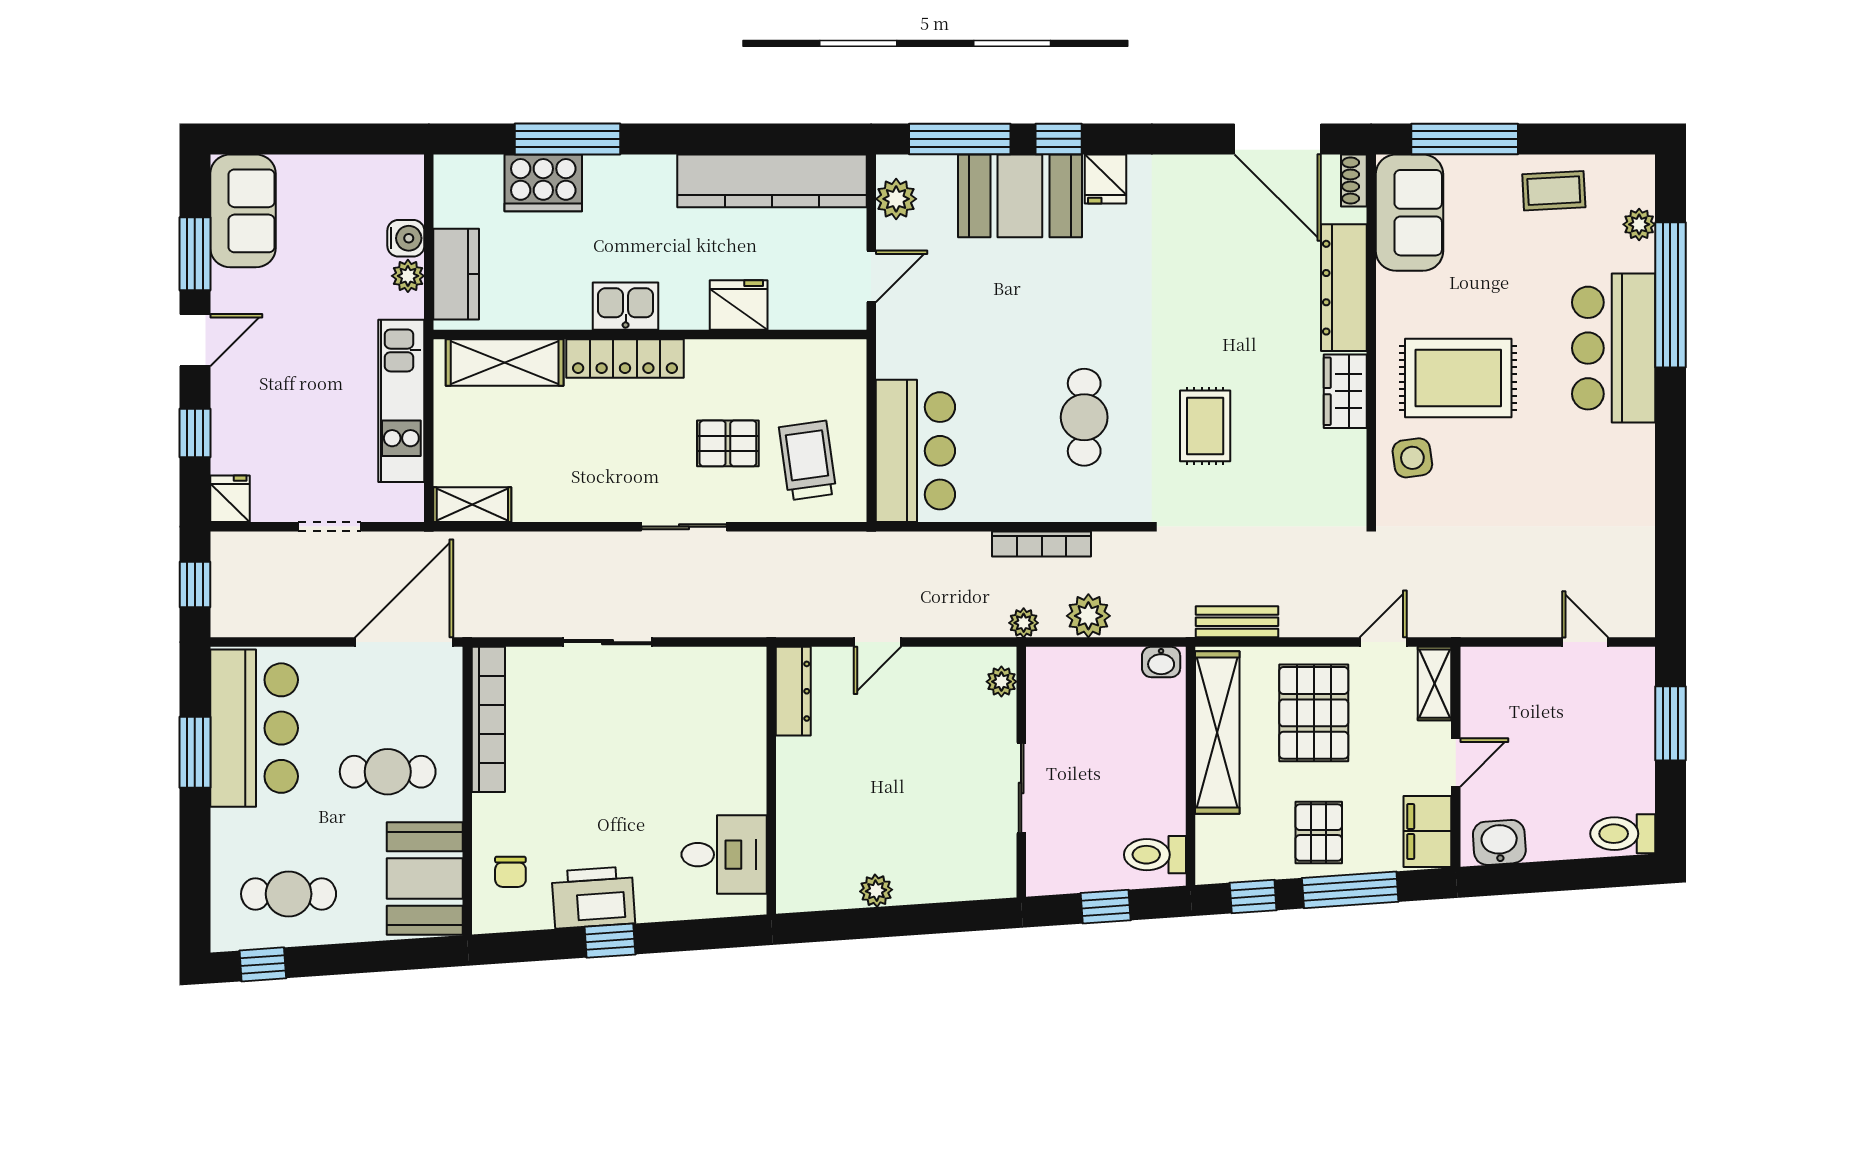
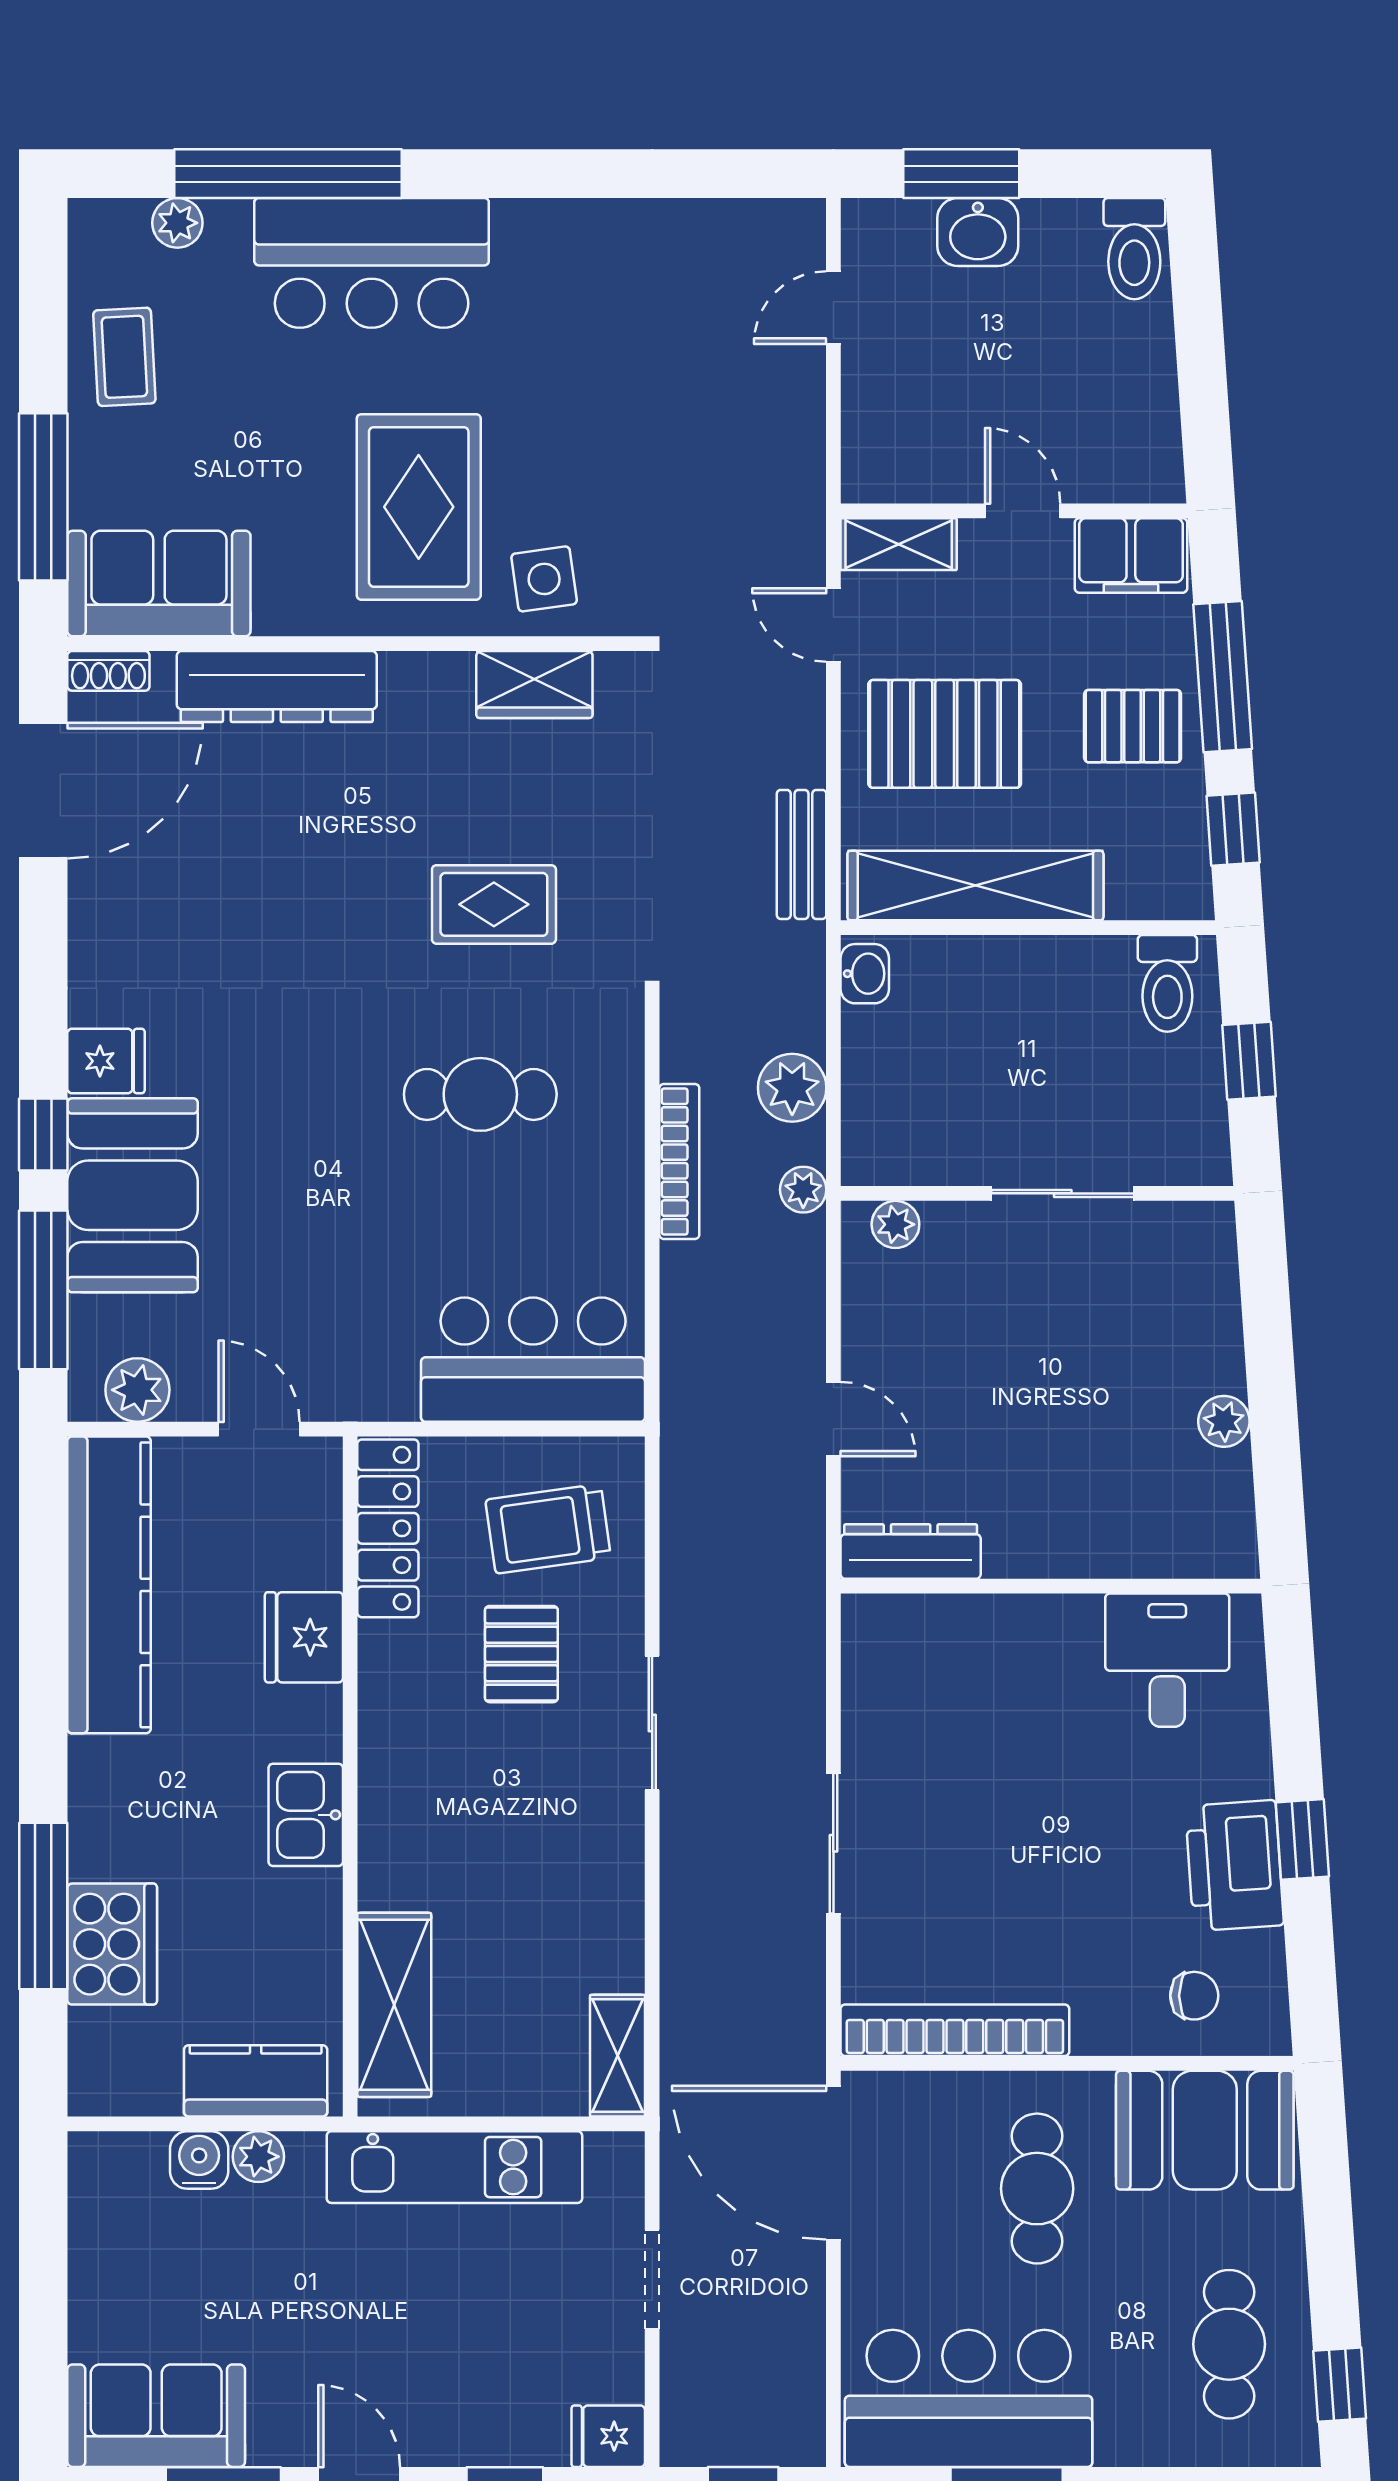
locker: (625, 358) -> (388, 1528), moved
wardrobe: (1345, 391) -> (534, 685), moved
washbasin: (1499, 842) -> (978, 232), moved, turned -86

